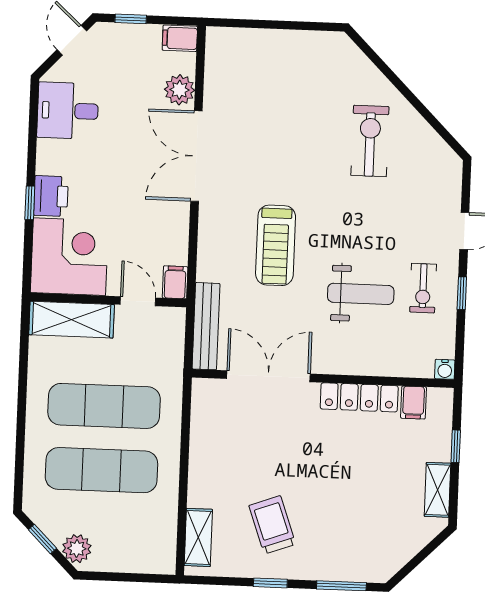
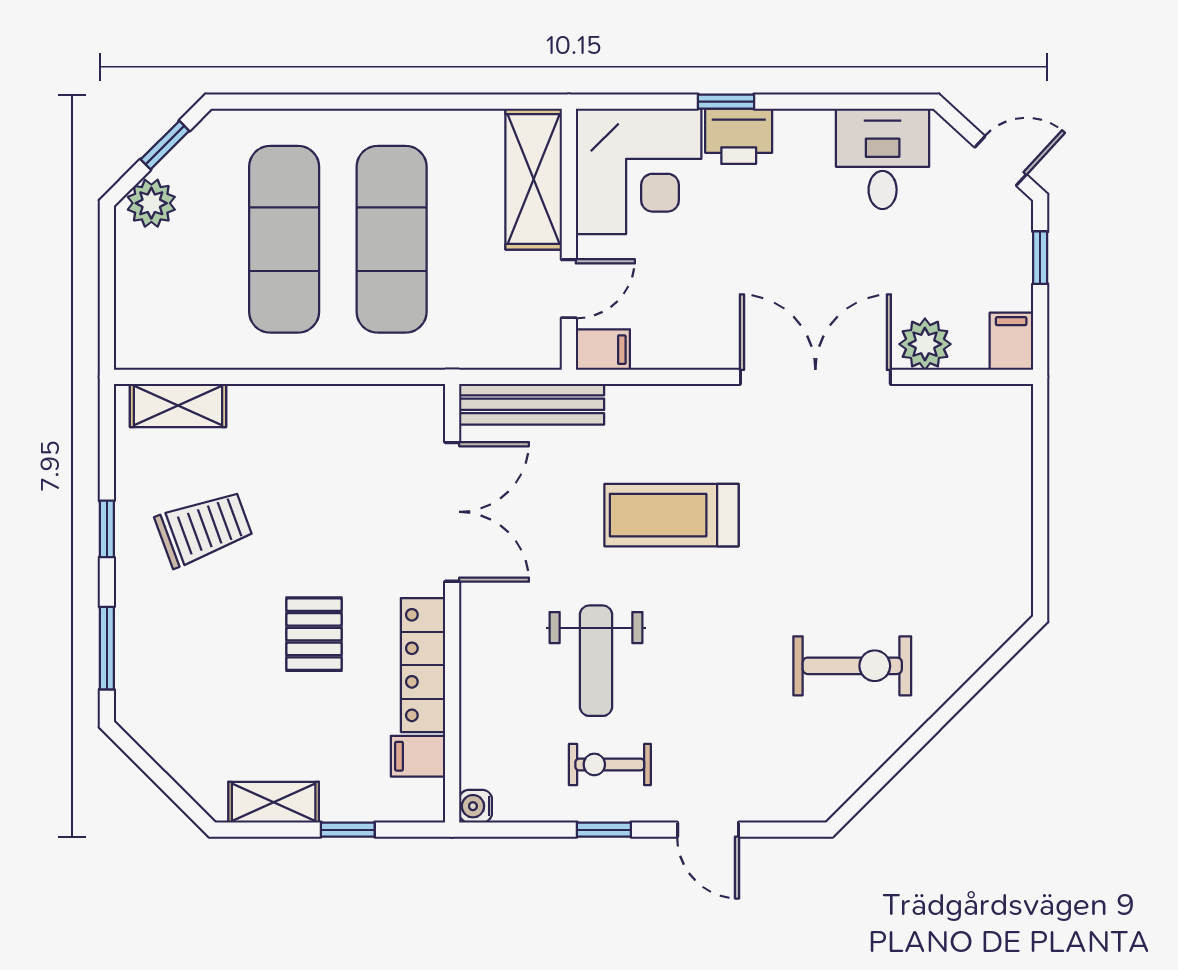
pallet: (338, 462) -> (314, 634), added

